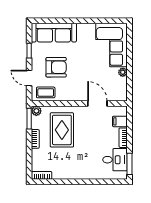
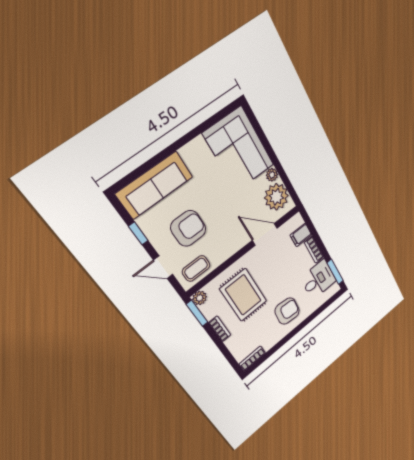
plant: (118, 87) -> (276, 197), added
armchair: (82, 163) -> (287, 311), added

